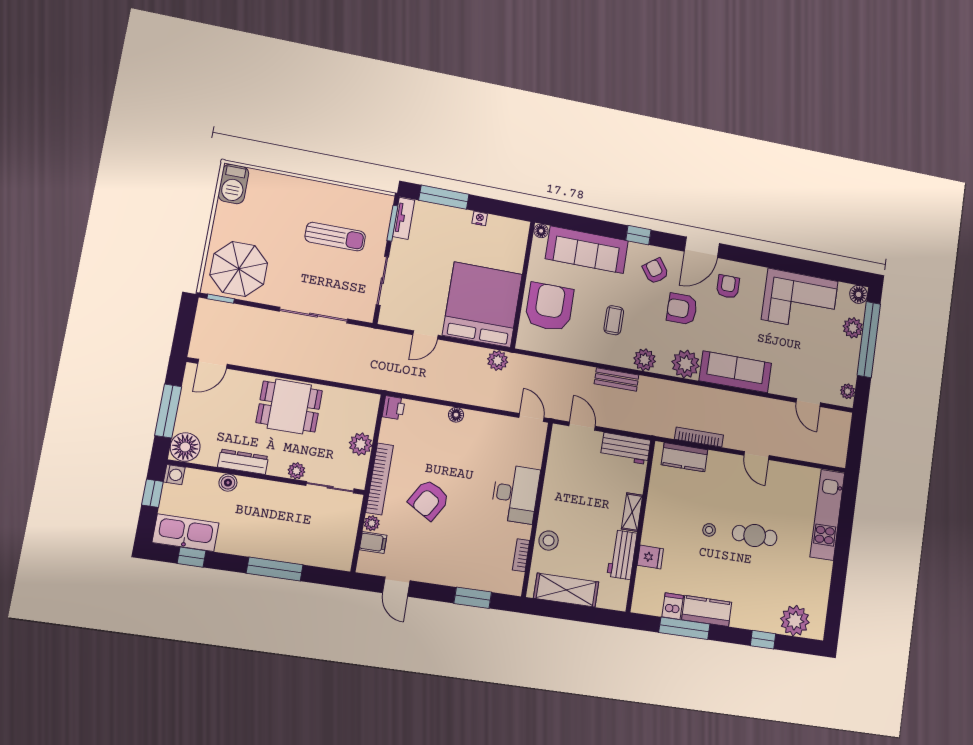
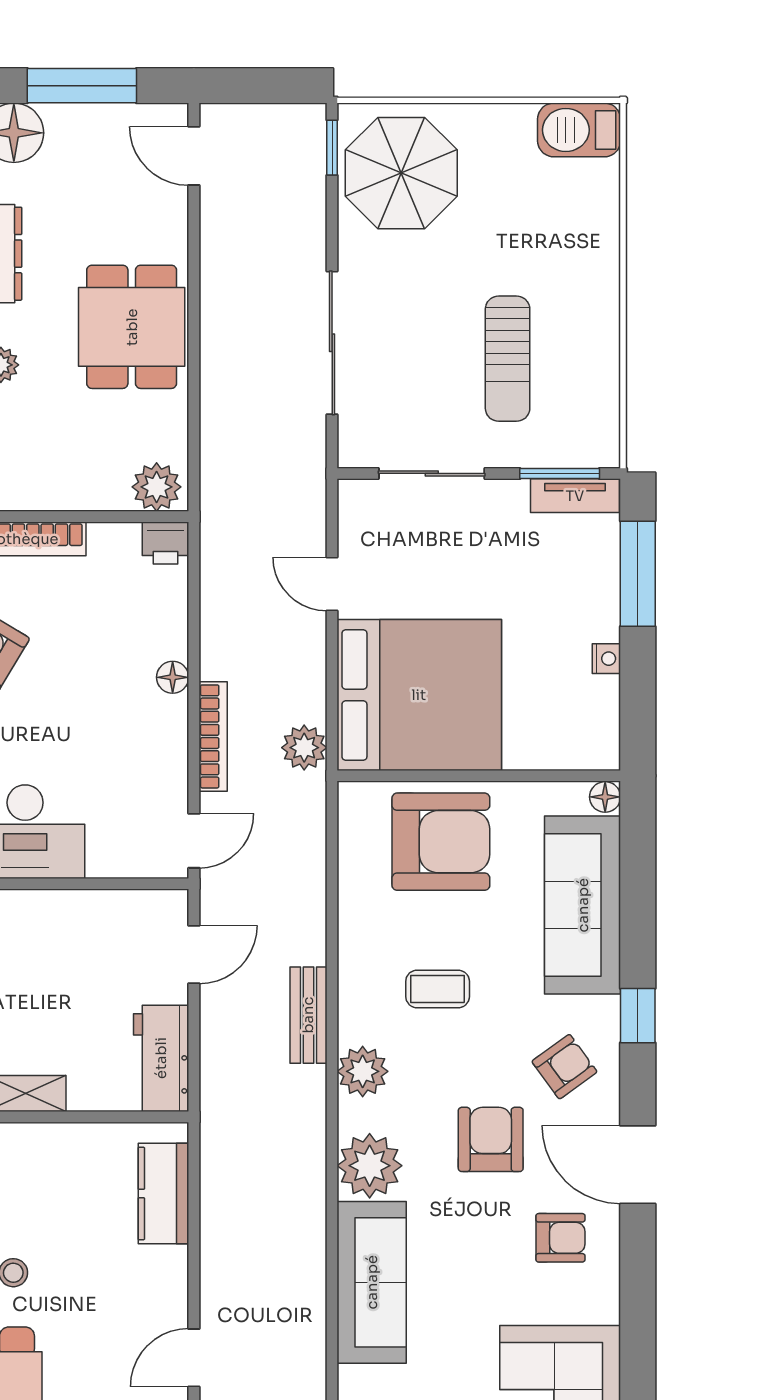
bookcase: (699, 437) -> (213, 736), moved
plant: (361, 444) -> (157, 487), moved

